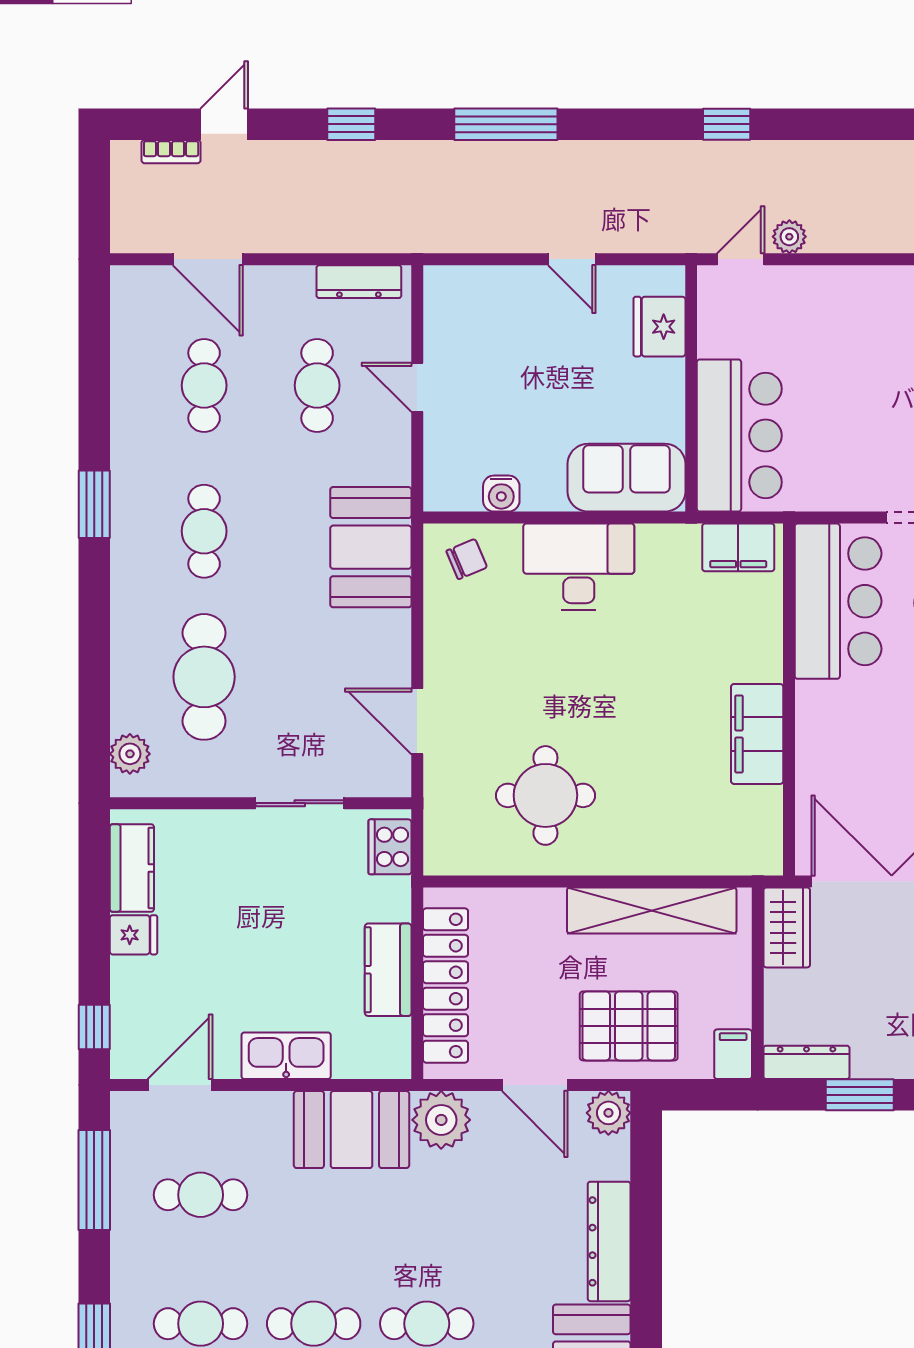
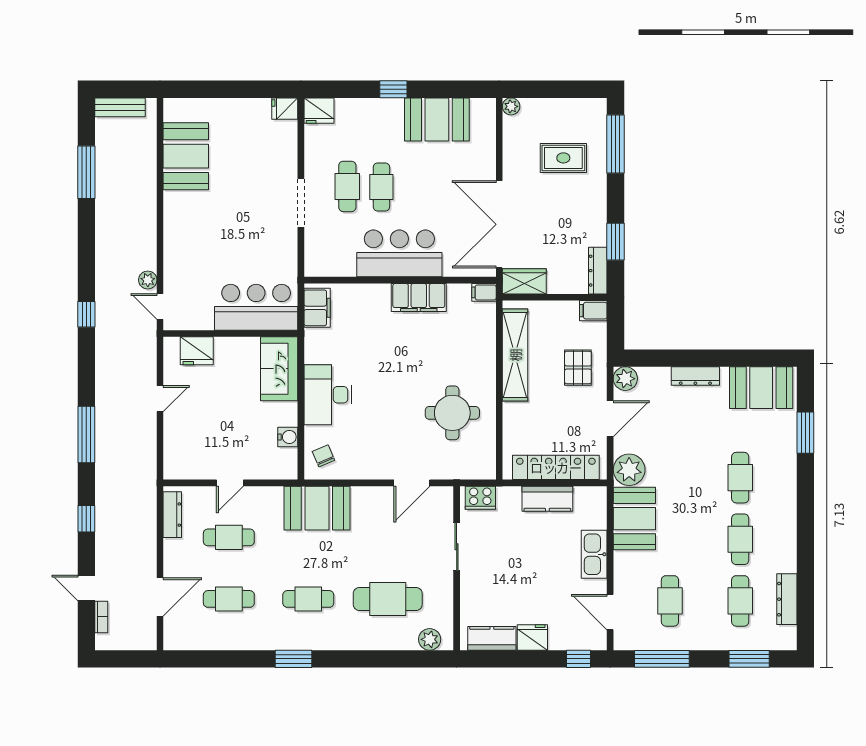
bar counter: (838, 601) -> (399, 253), moved
filing cabinet: (766, 853) -> (484, 292), added
fridge: (133, 935) -> (532, 637), width x1.38
pallet: (629, 1026) -> (578, 368), width x0.67, depth x0.71
dresser: (609, 1241) -> (695, 376), width x0.73, depth x0.80

